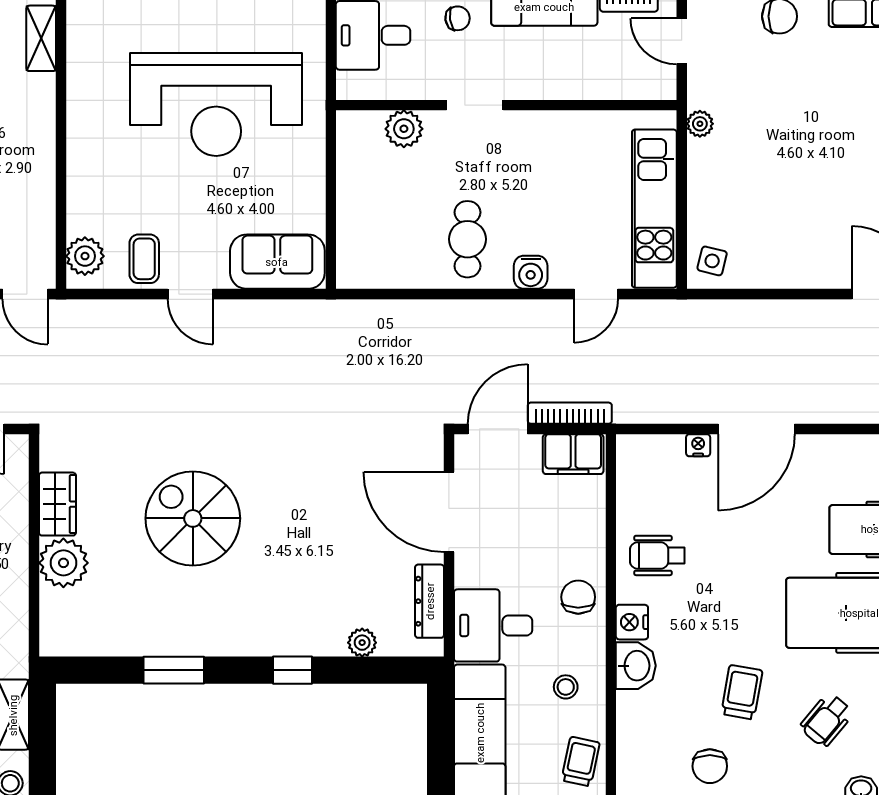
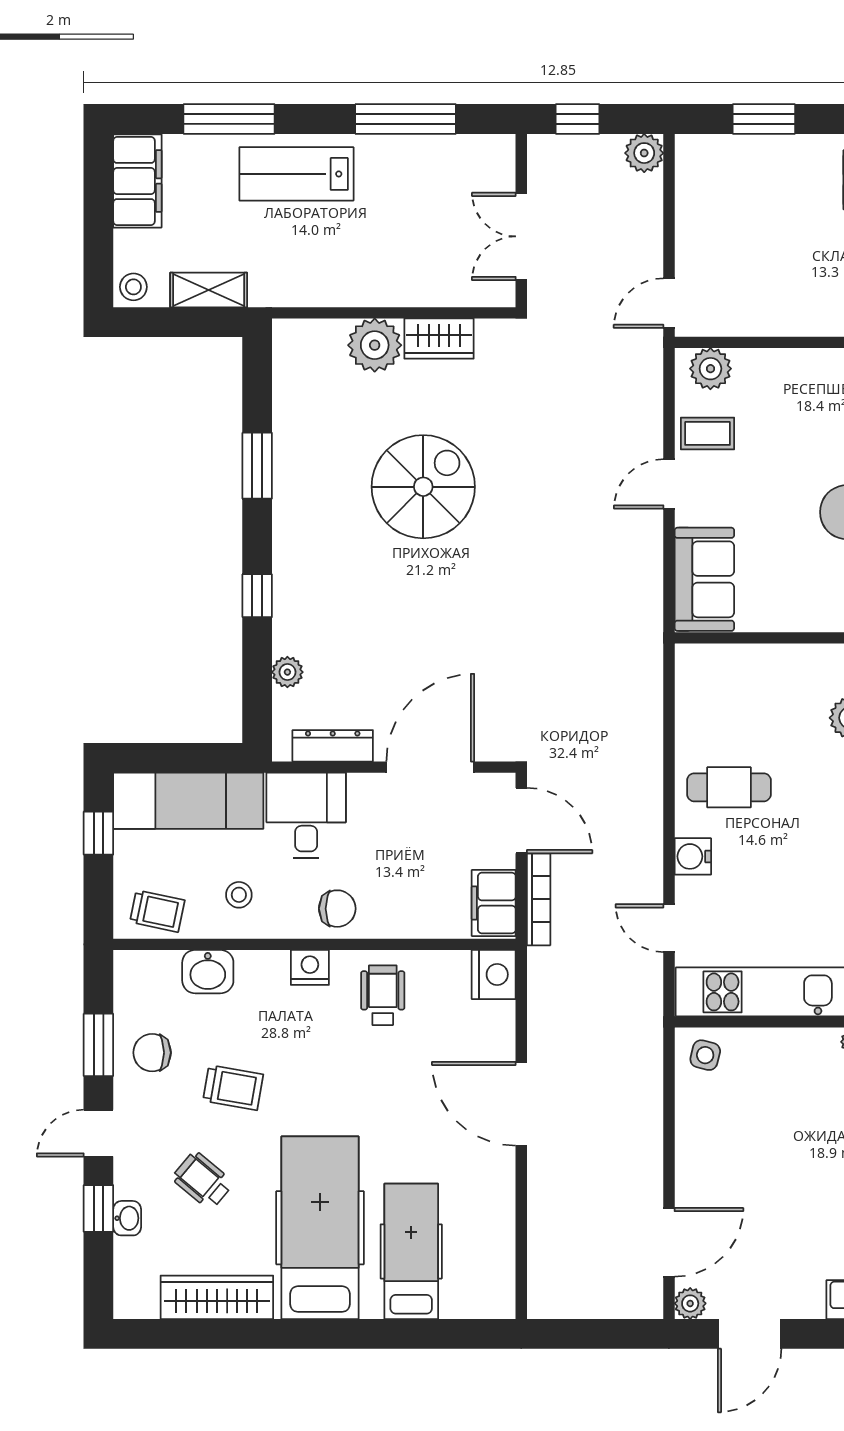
nightstand: (698, 445) -> (494, 974), moved, width x1.89, depth x1.79
washbasin: (636, 666) -> (208, 972), moved

